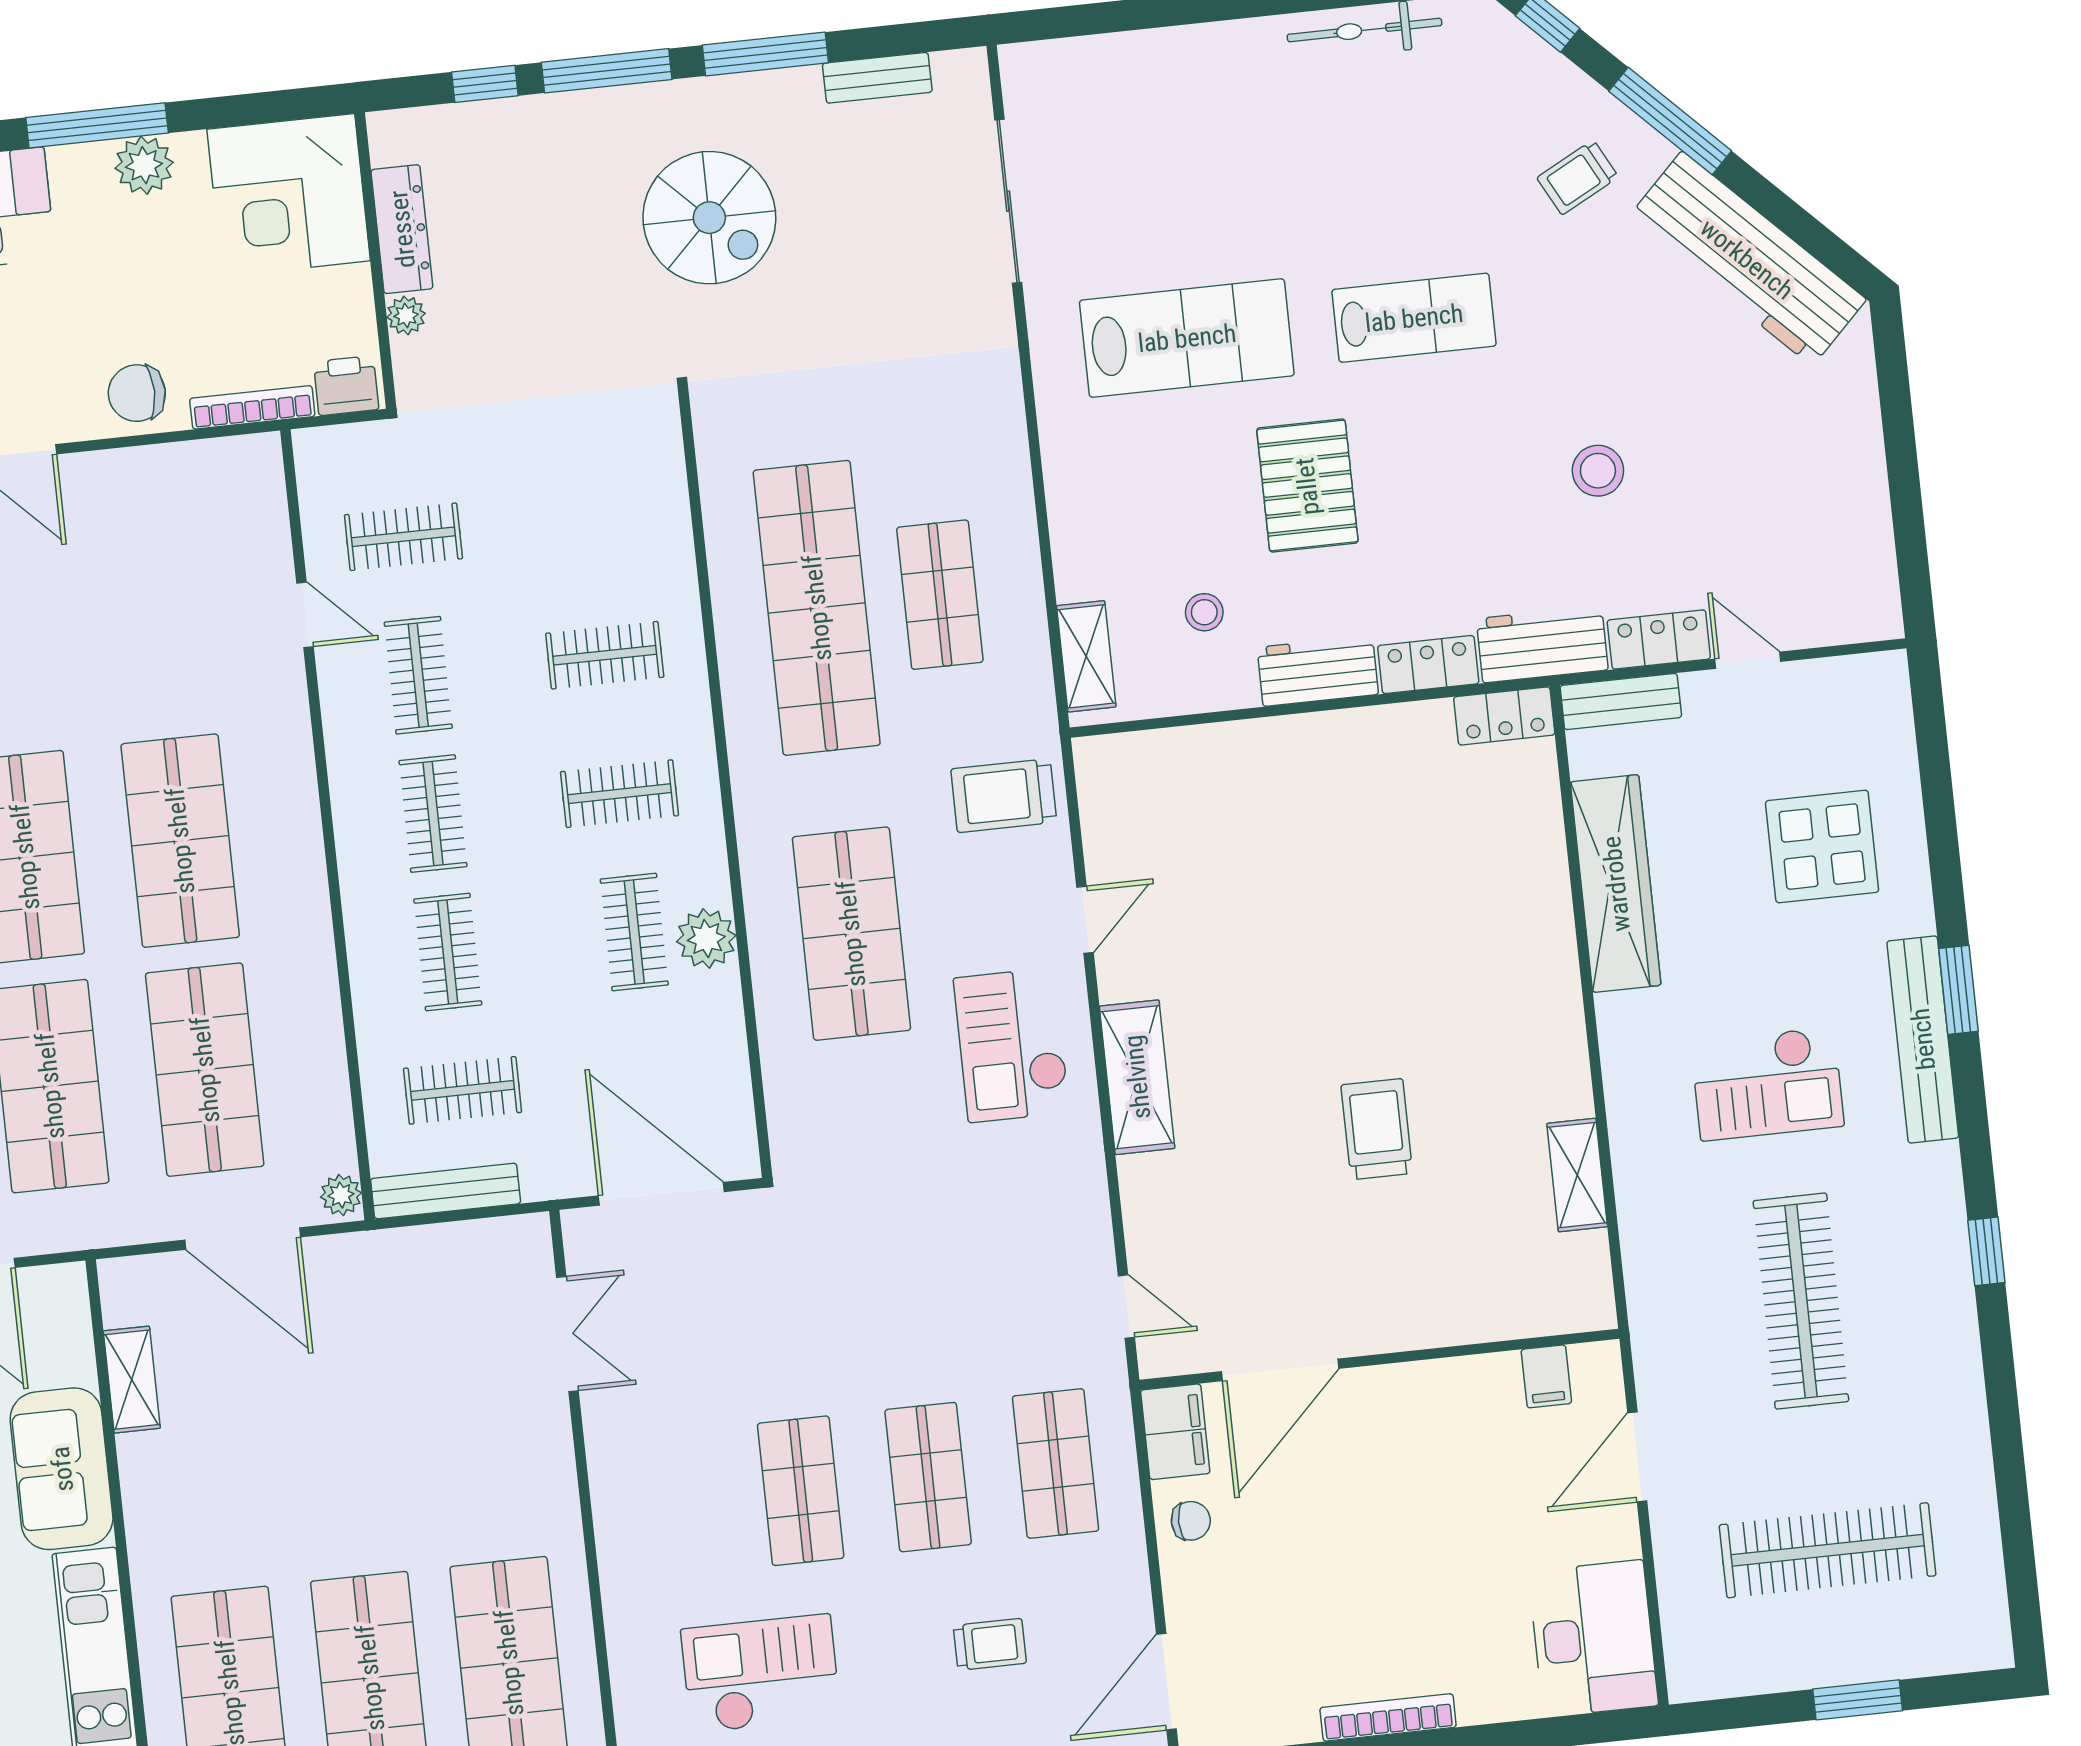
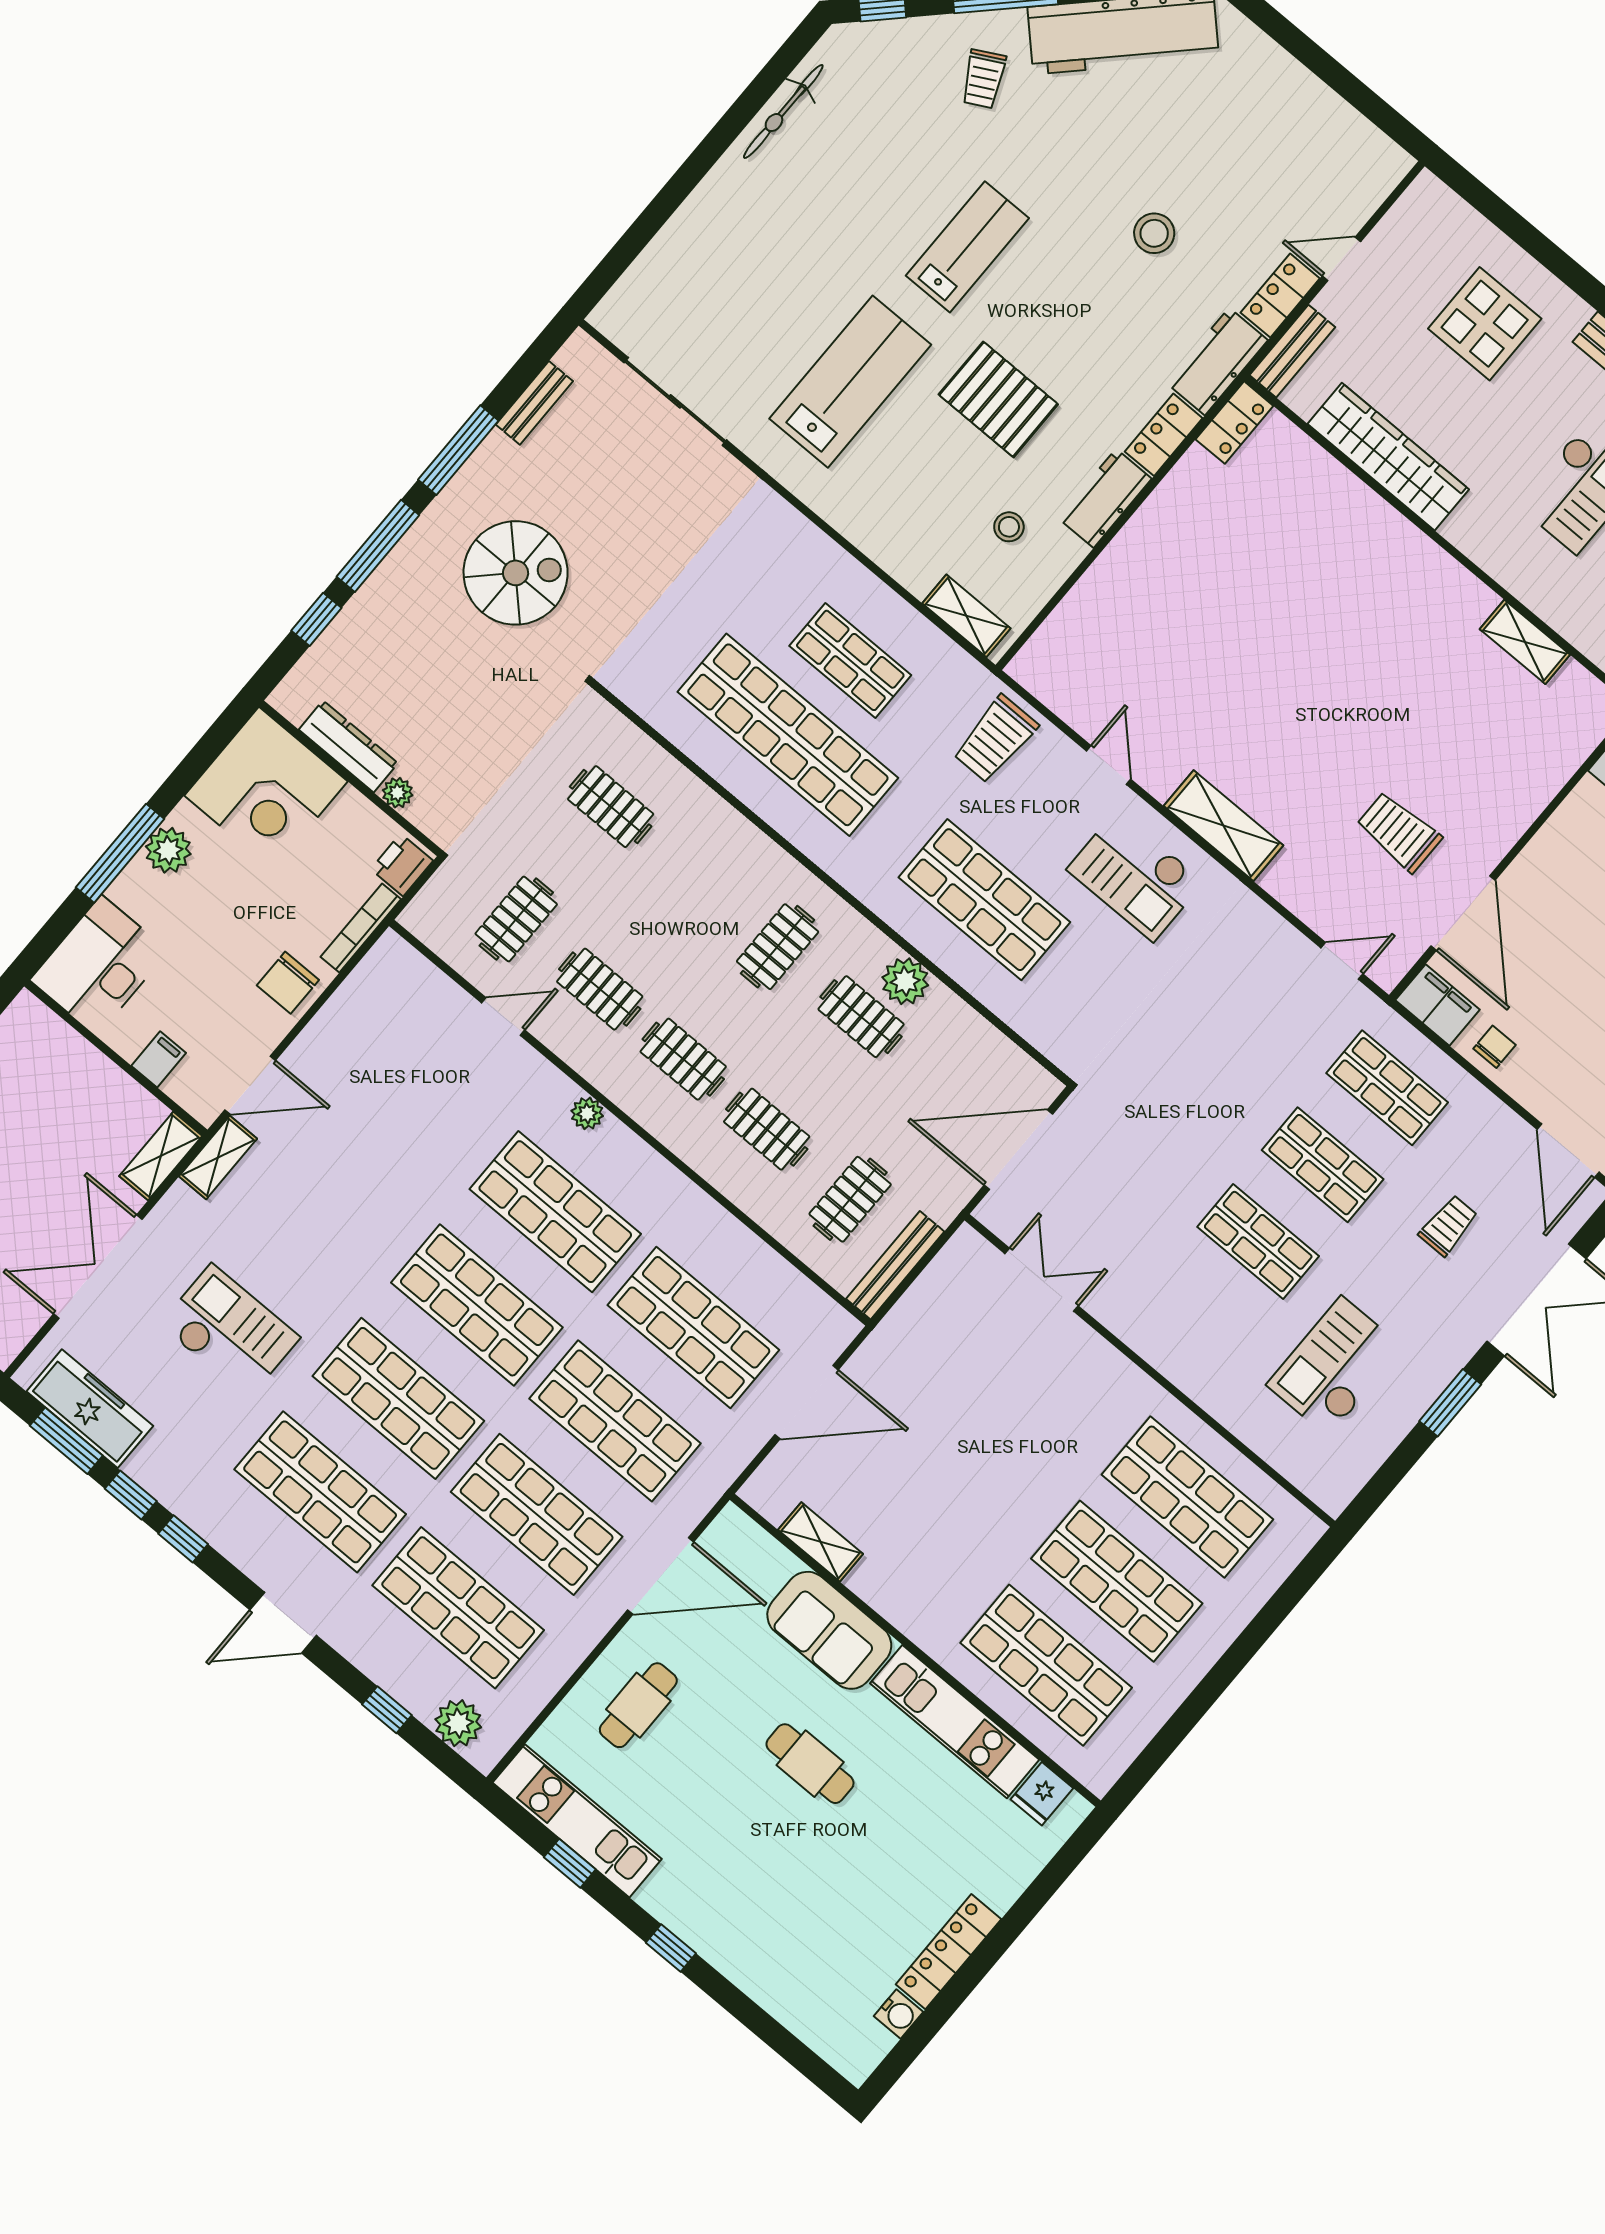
clothes rail: (605, 655) -> (611, 807), moved, turned 90
trolley: (1377, 1129) -> (1399, 832), moved
plant: (341, 1195) -> (587, 1113), moved

